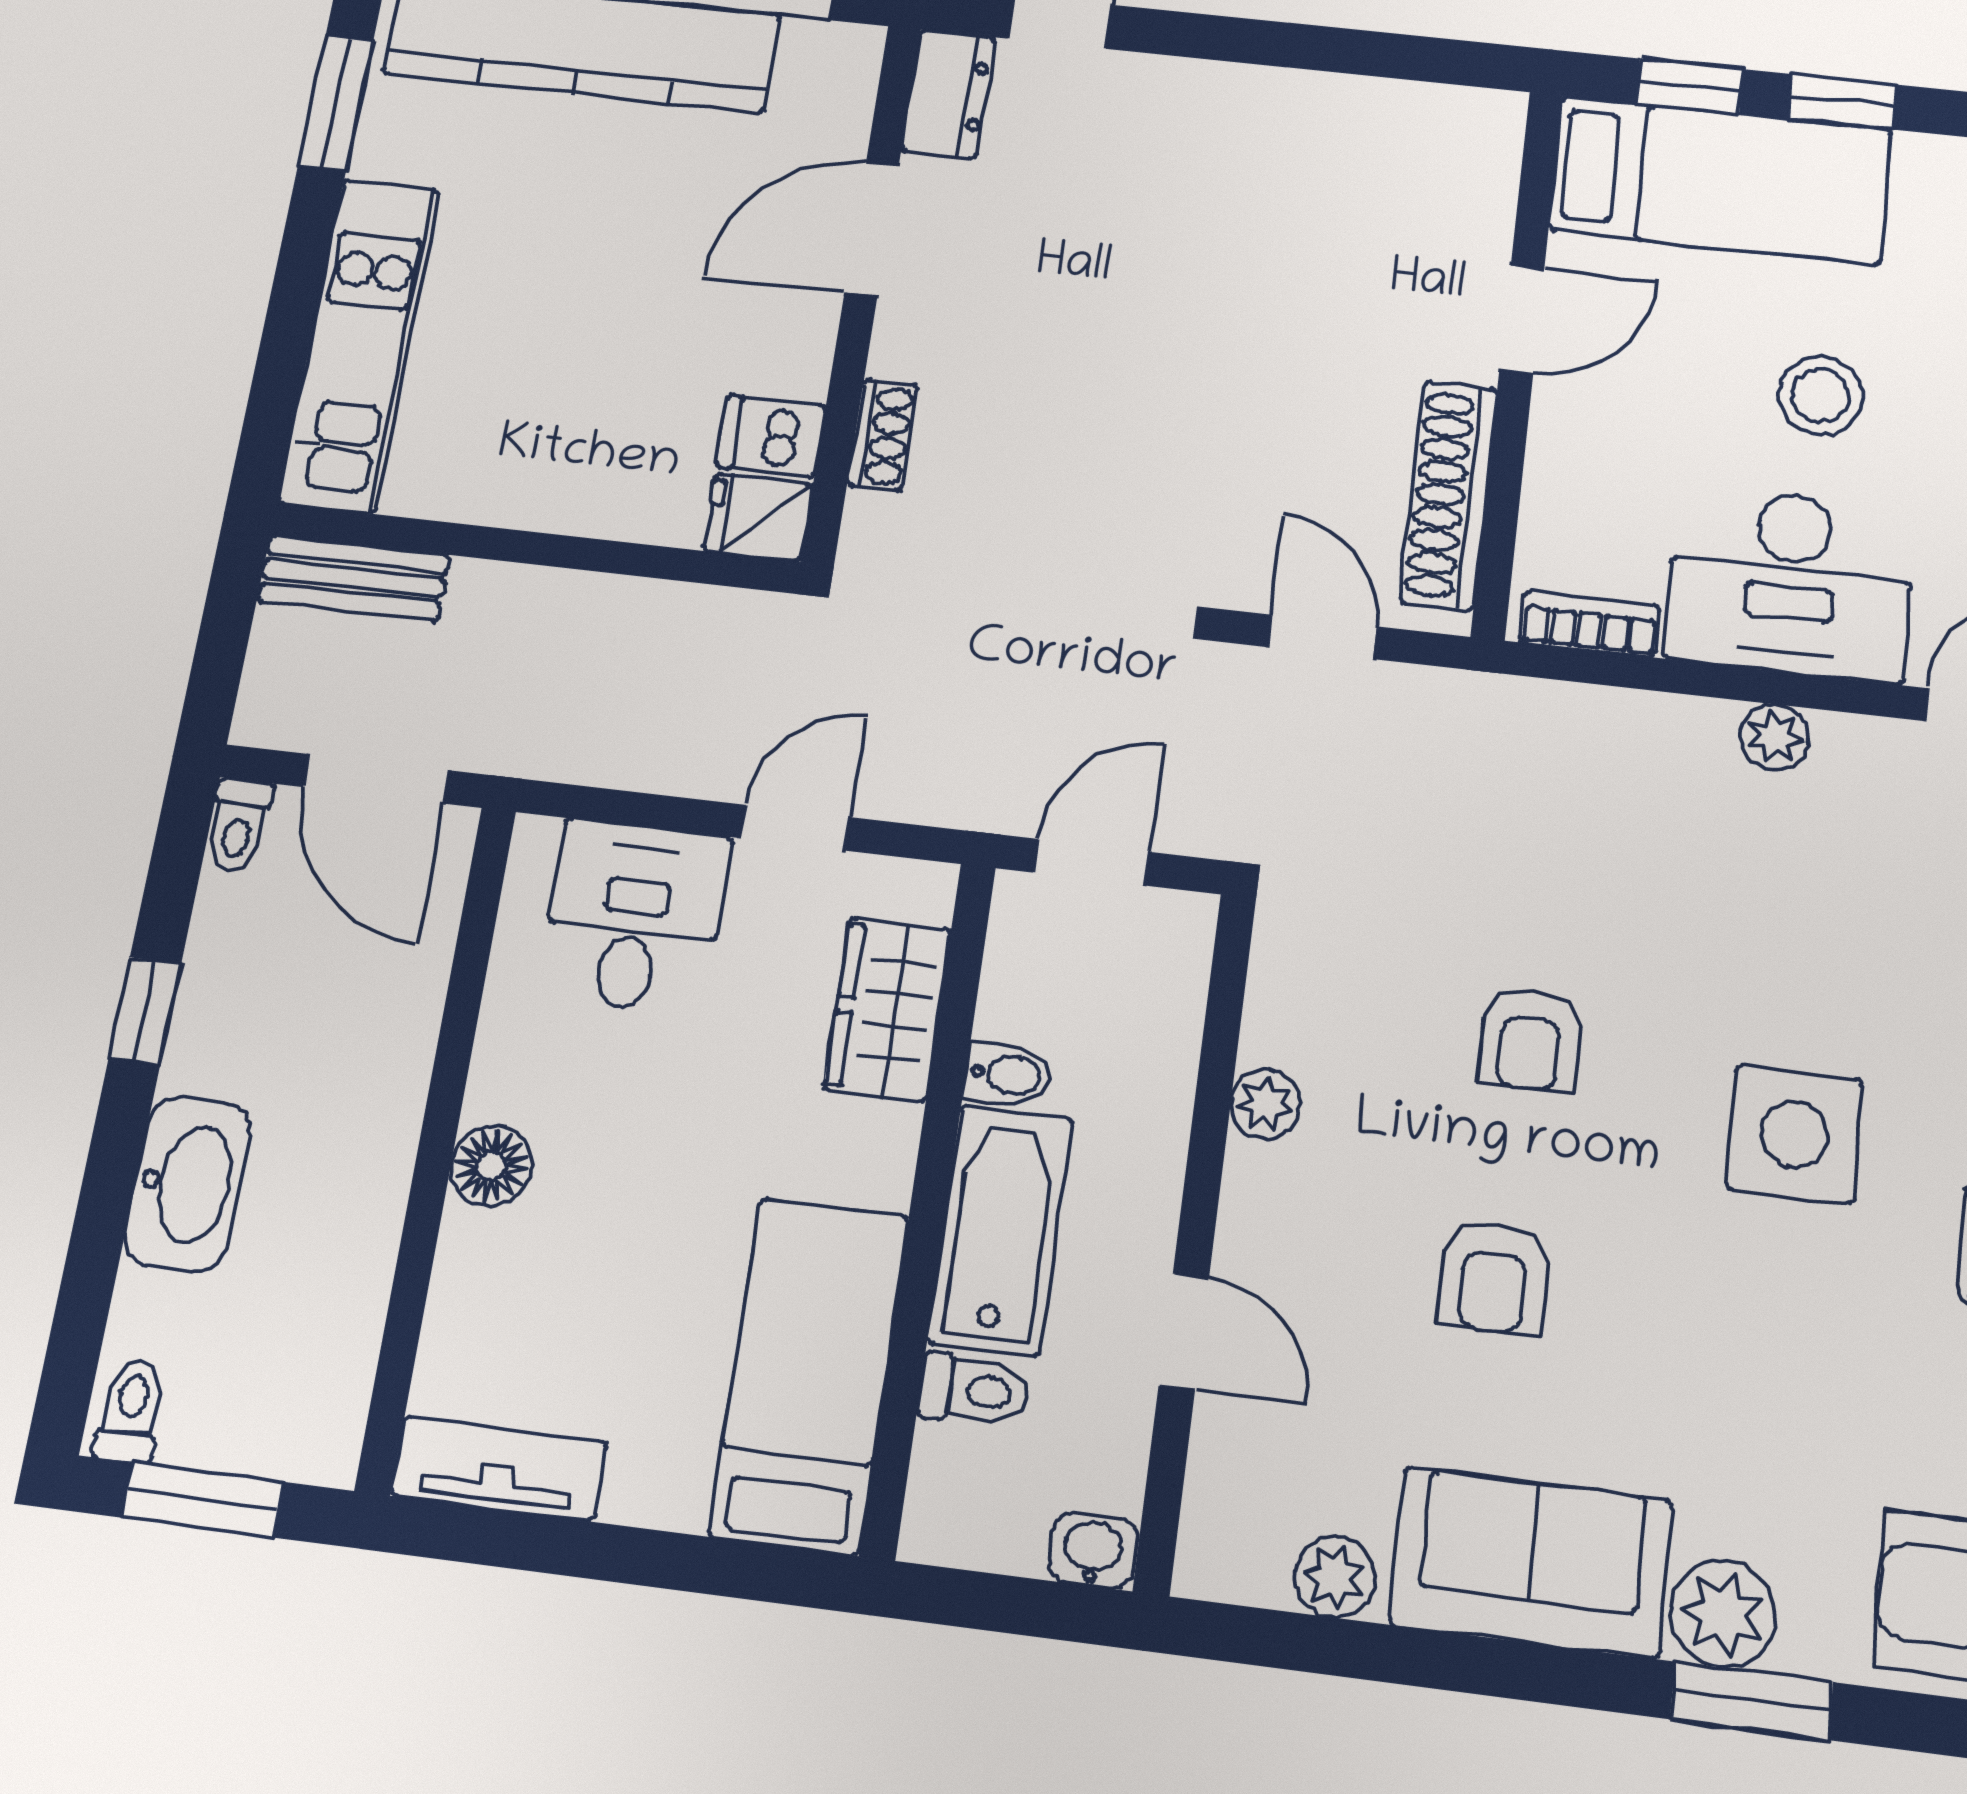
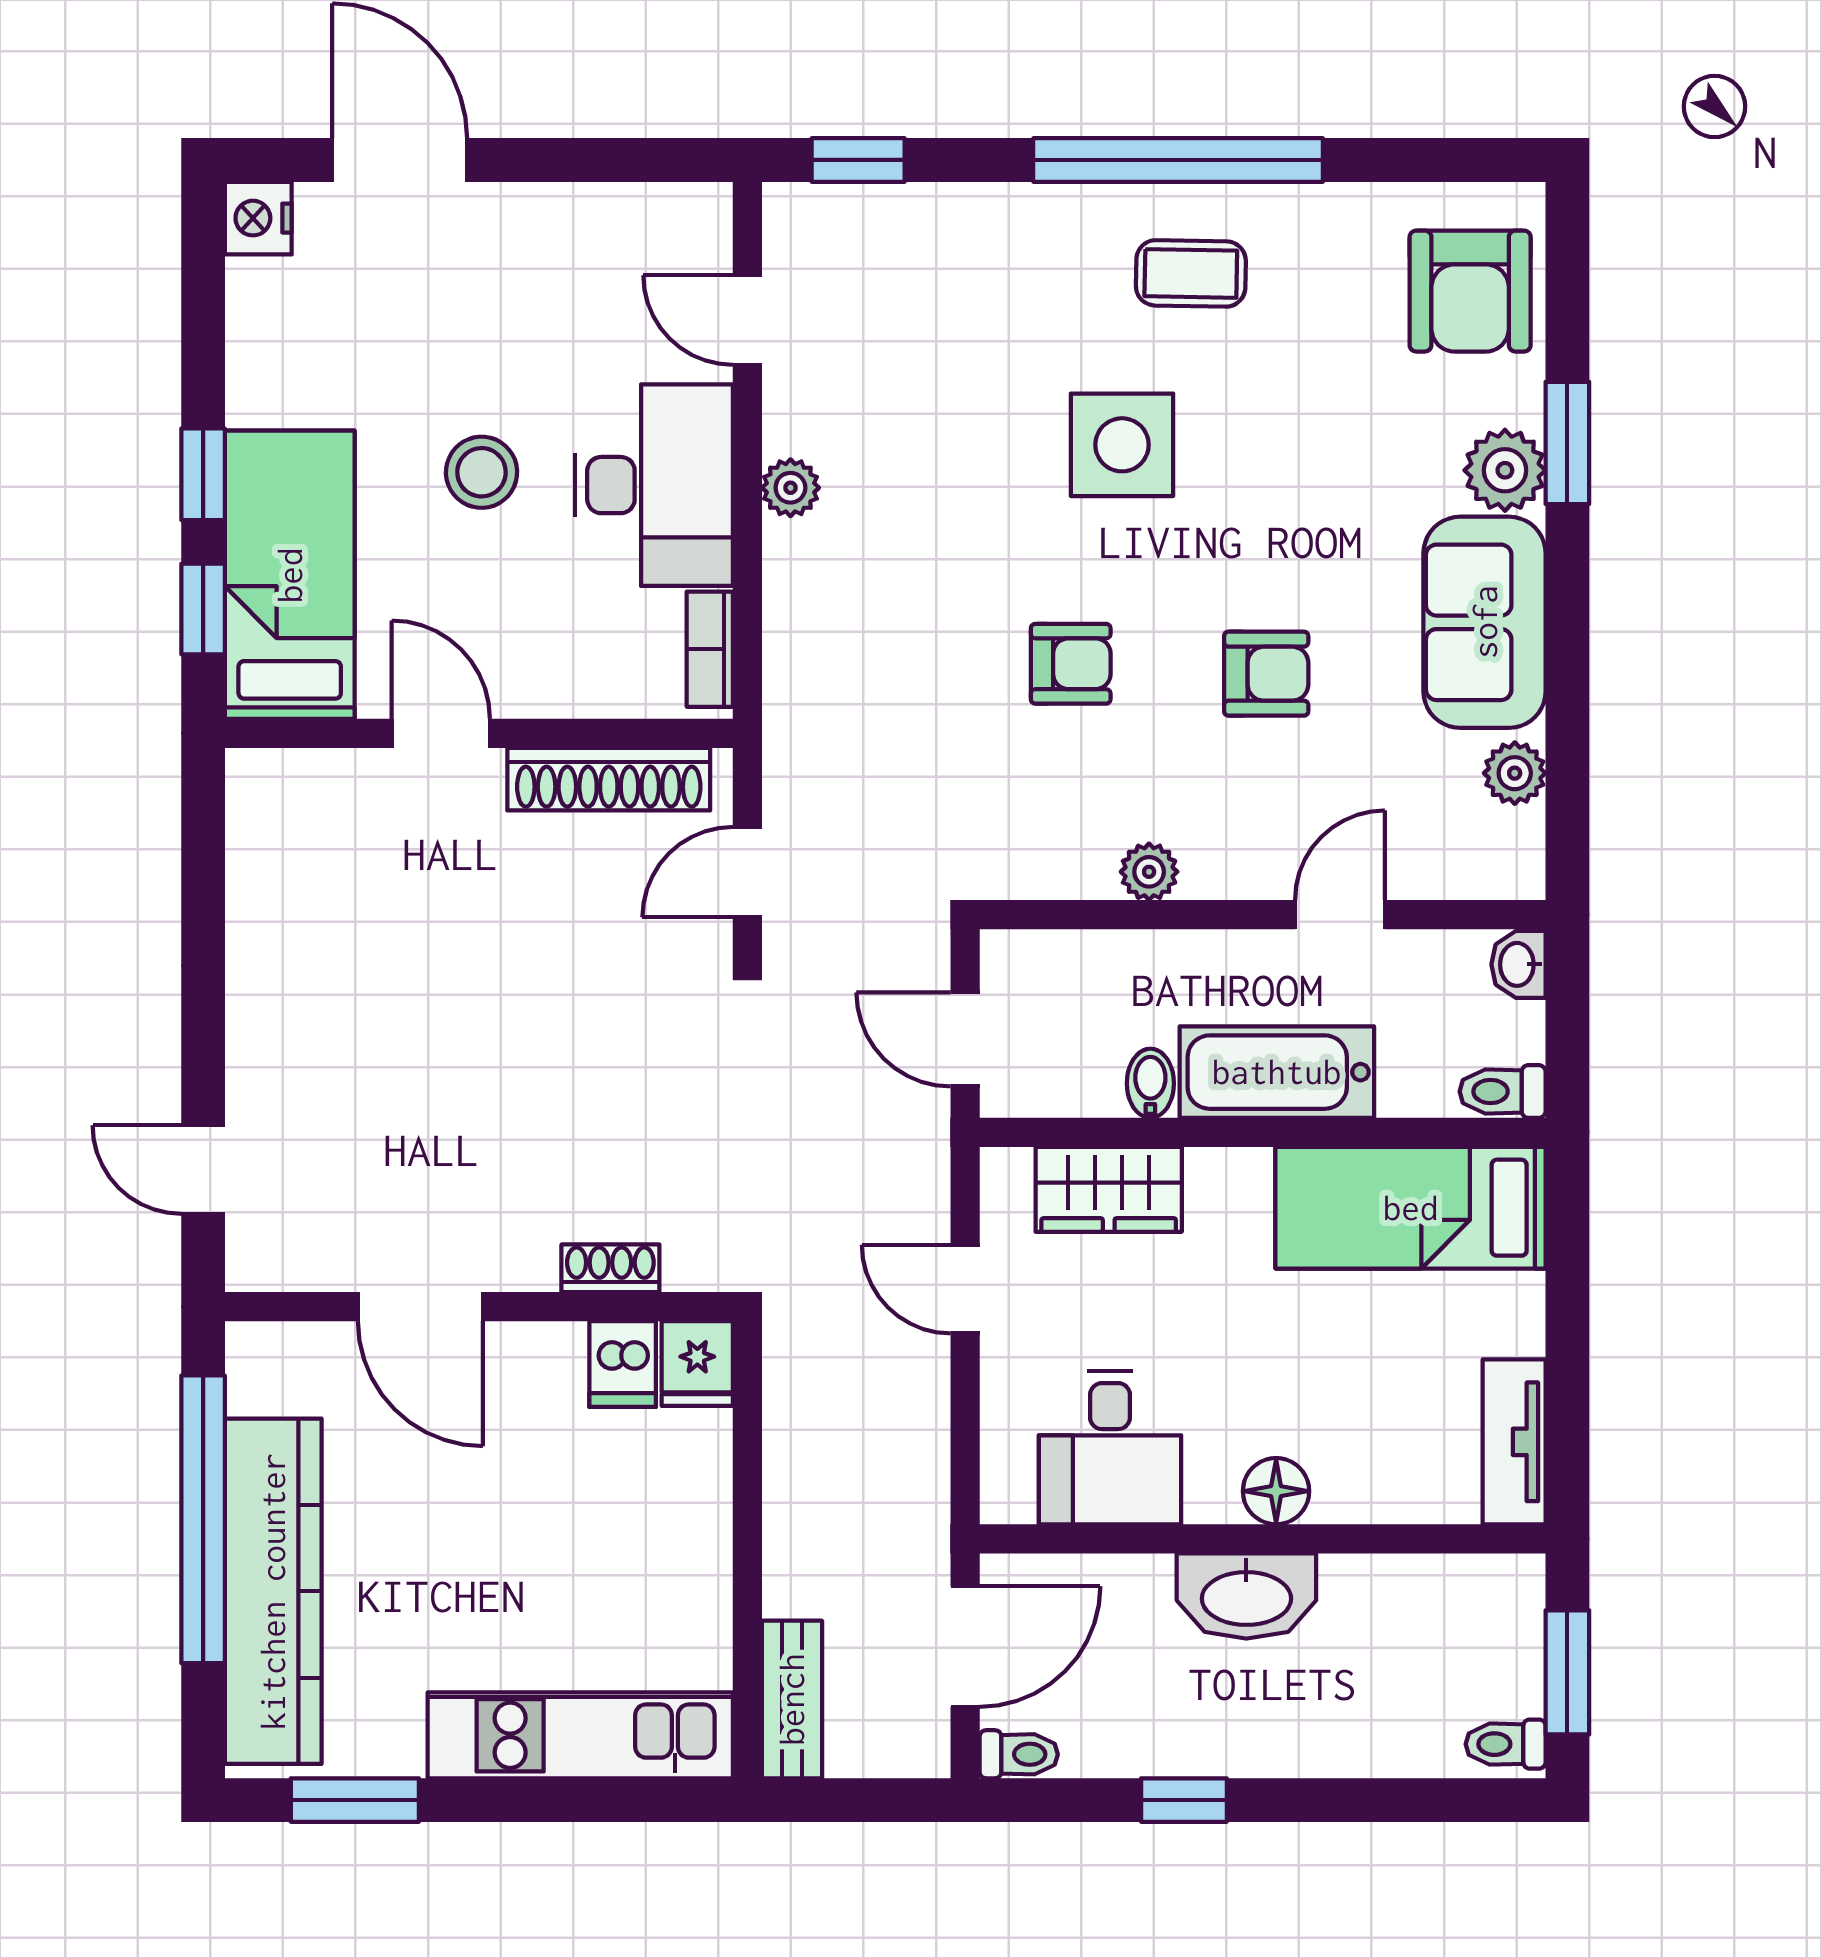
dresser: (948, 94) -> (284, 1259), removed
desk: (634, 917) -> (1110, 1448), moved, turned -90
washbasin: (188, 1184) -> (1246, 1596), moved, turned 180
toilet: (974, 1390) -> (1503, 1091), moved, turned -90

